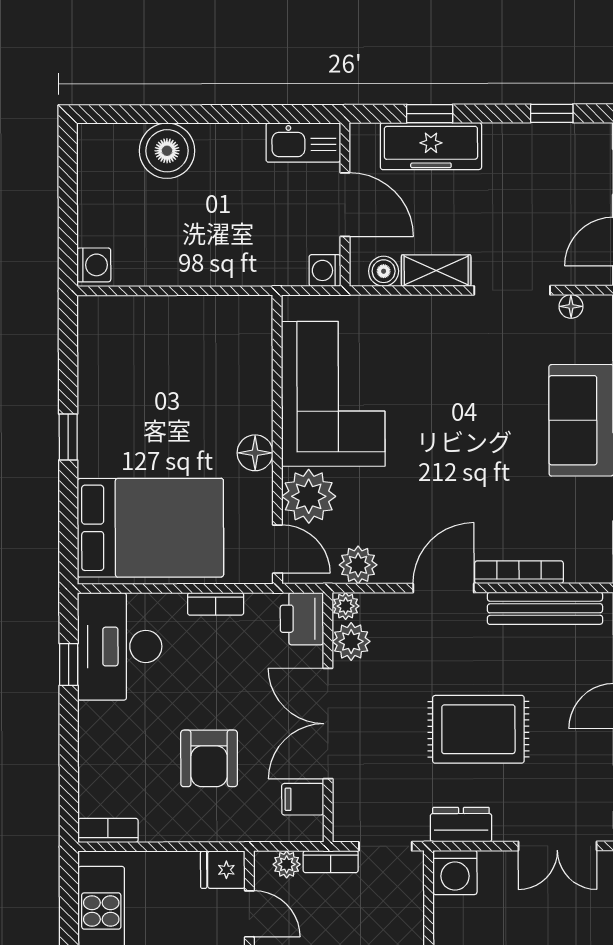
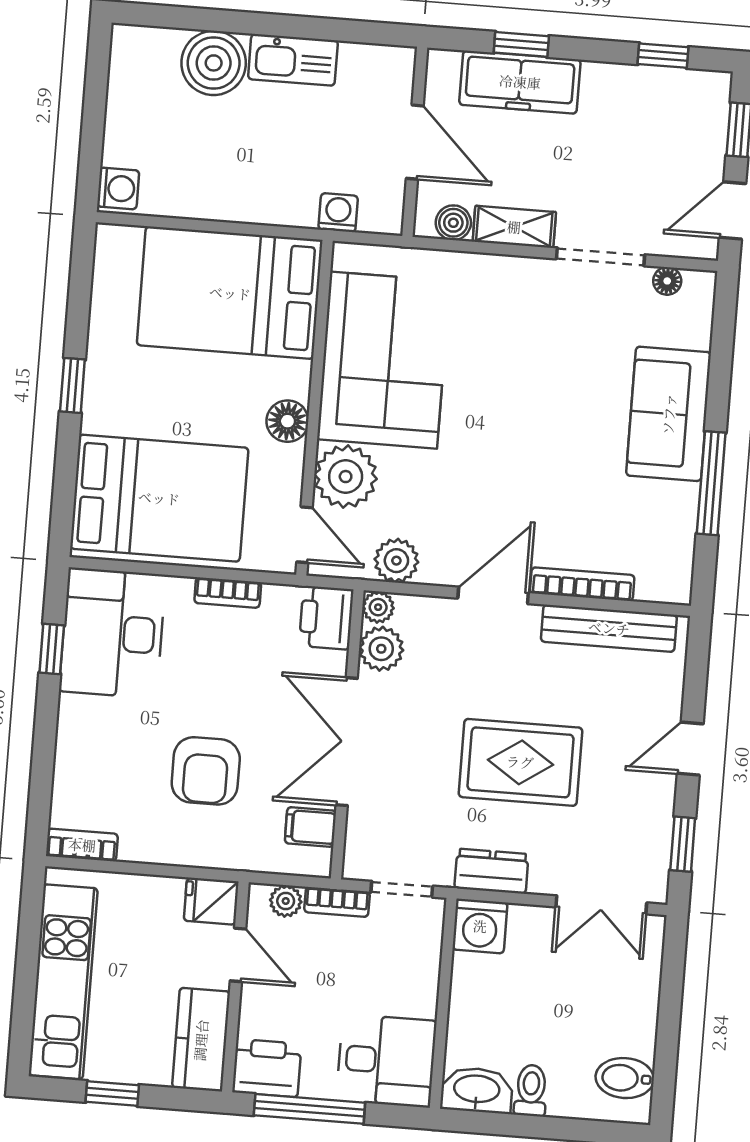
kitchen sink: (303, 142) -> (293, 60), moved
washing machine: (325, 270) -> (338, 213), moved, turned 90
bed: (197, 347) -> (230, 293), added

